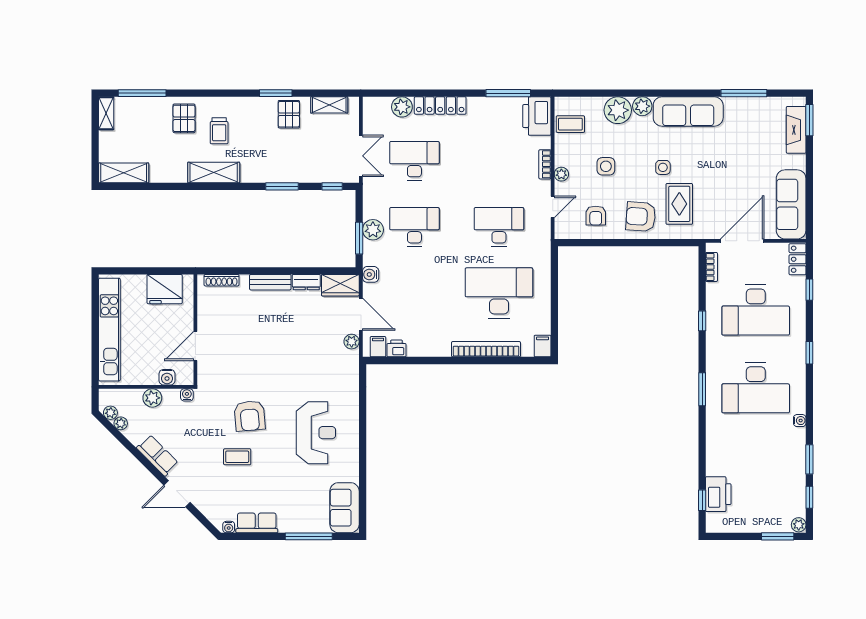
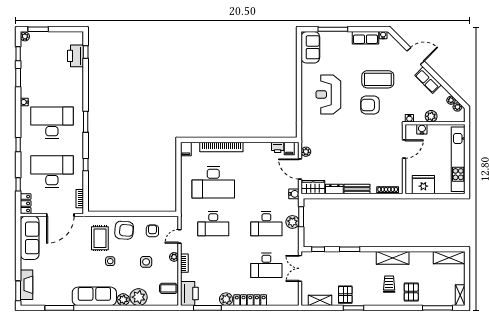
plant: (402, 107) -> (226, 299), moved
armchair: (250, 416) -> (370, 105), turned -85
coffee table: (237, 457) -> (378, 79), width x1.86, depth x1.72

